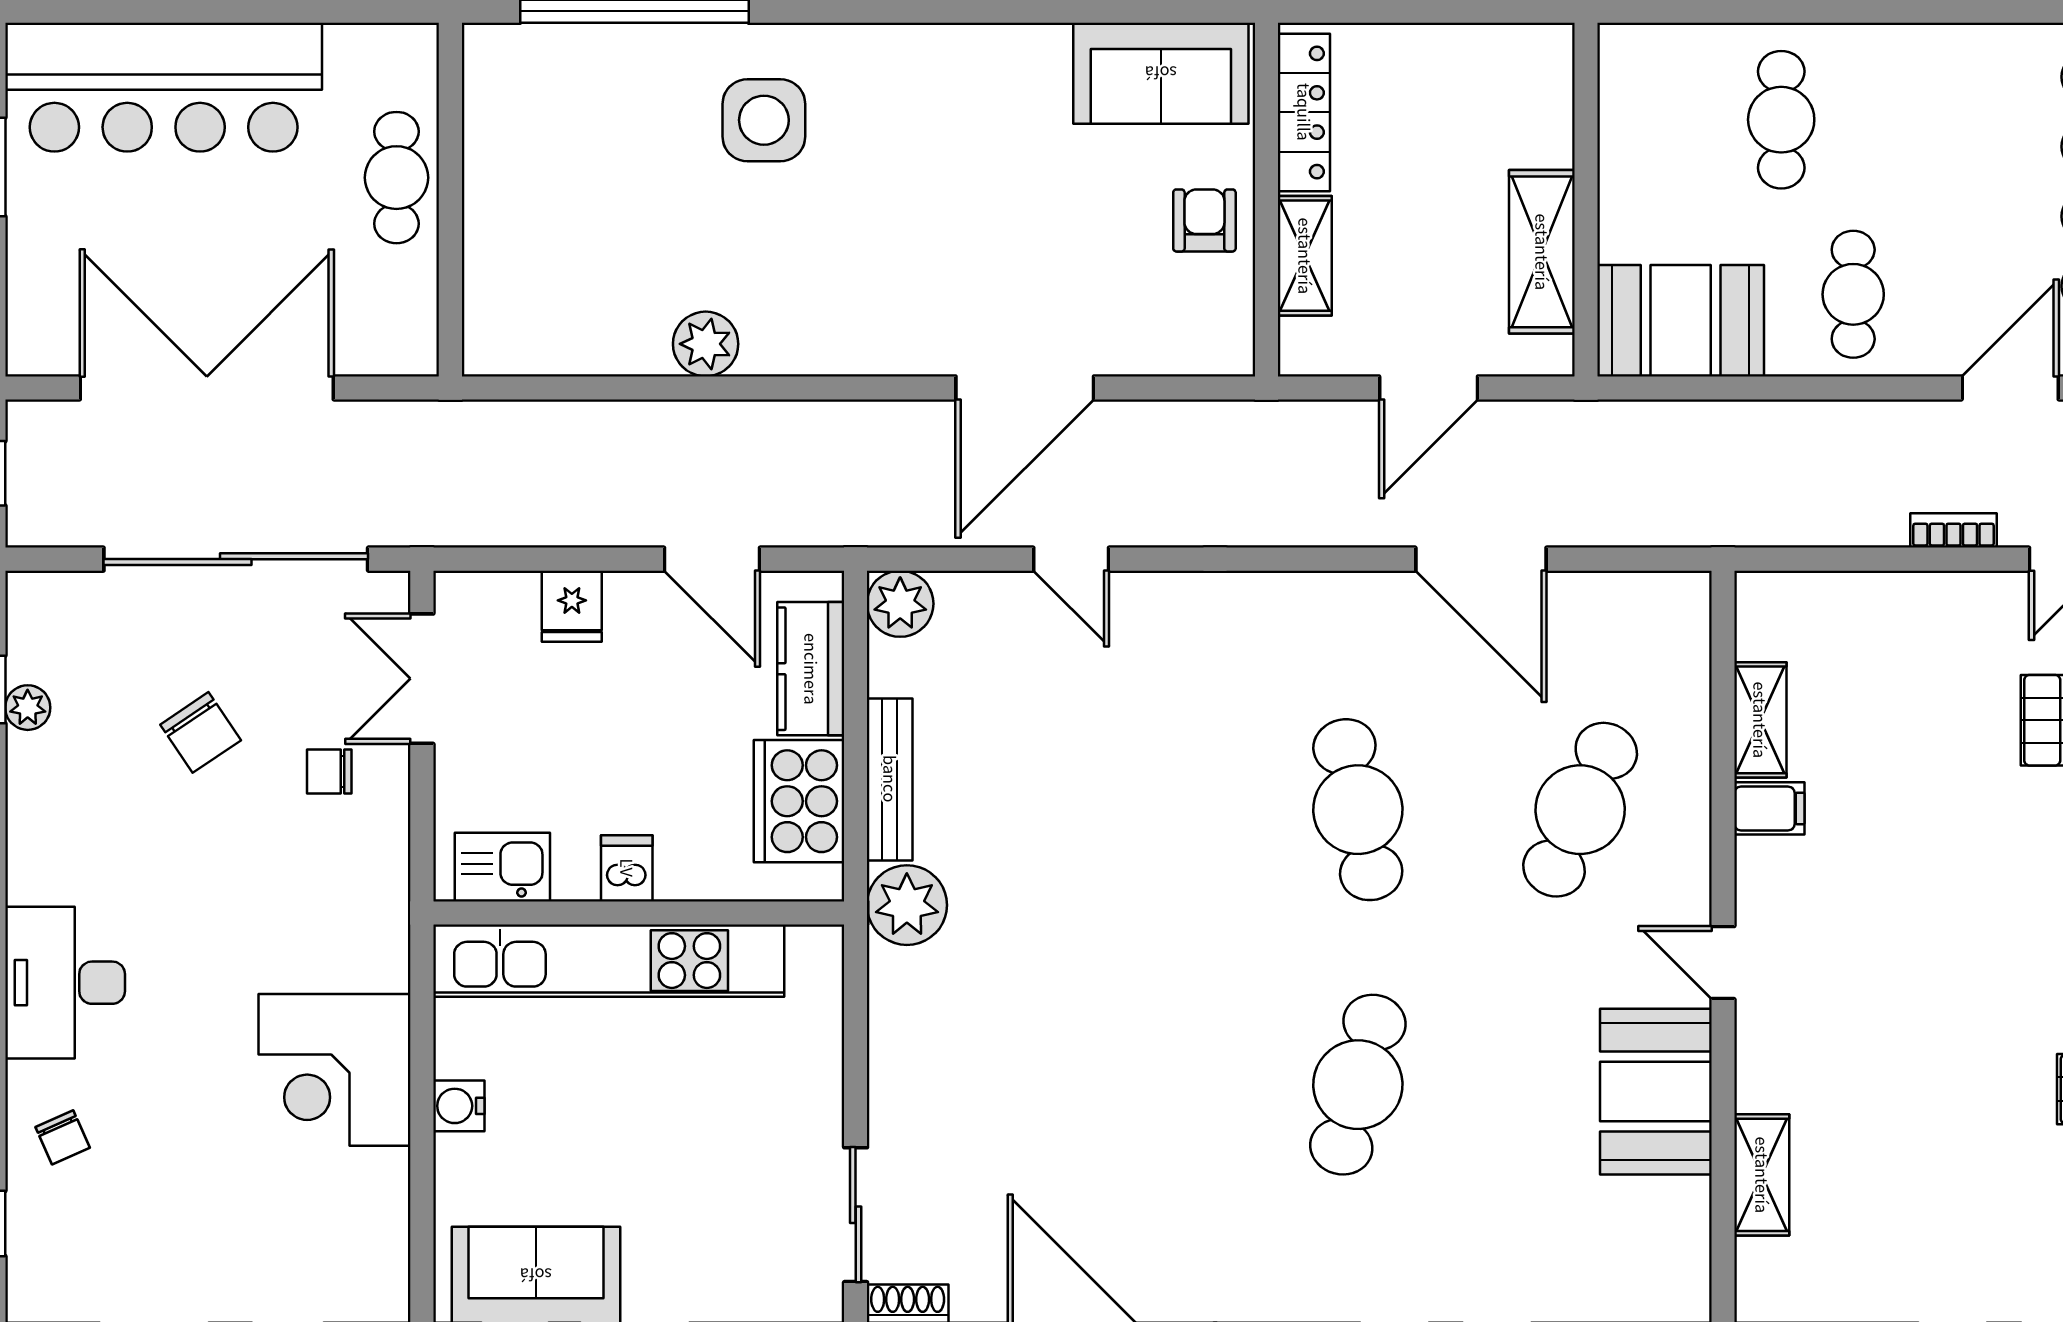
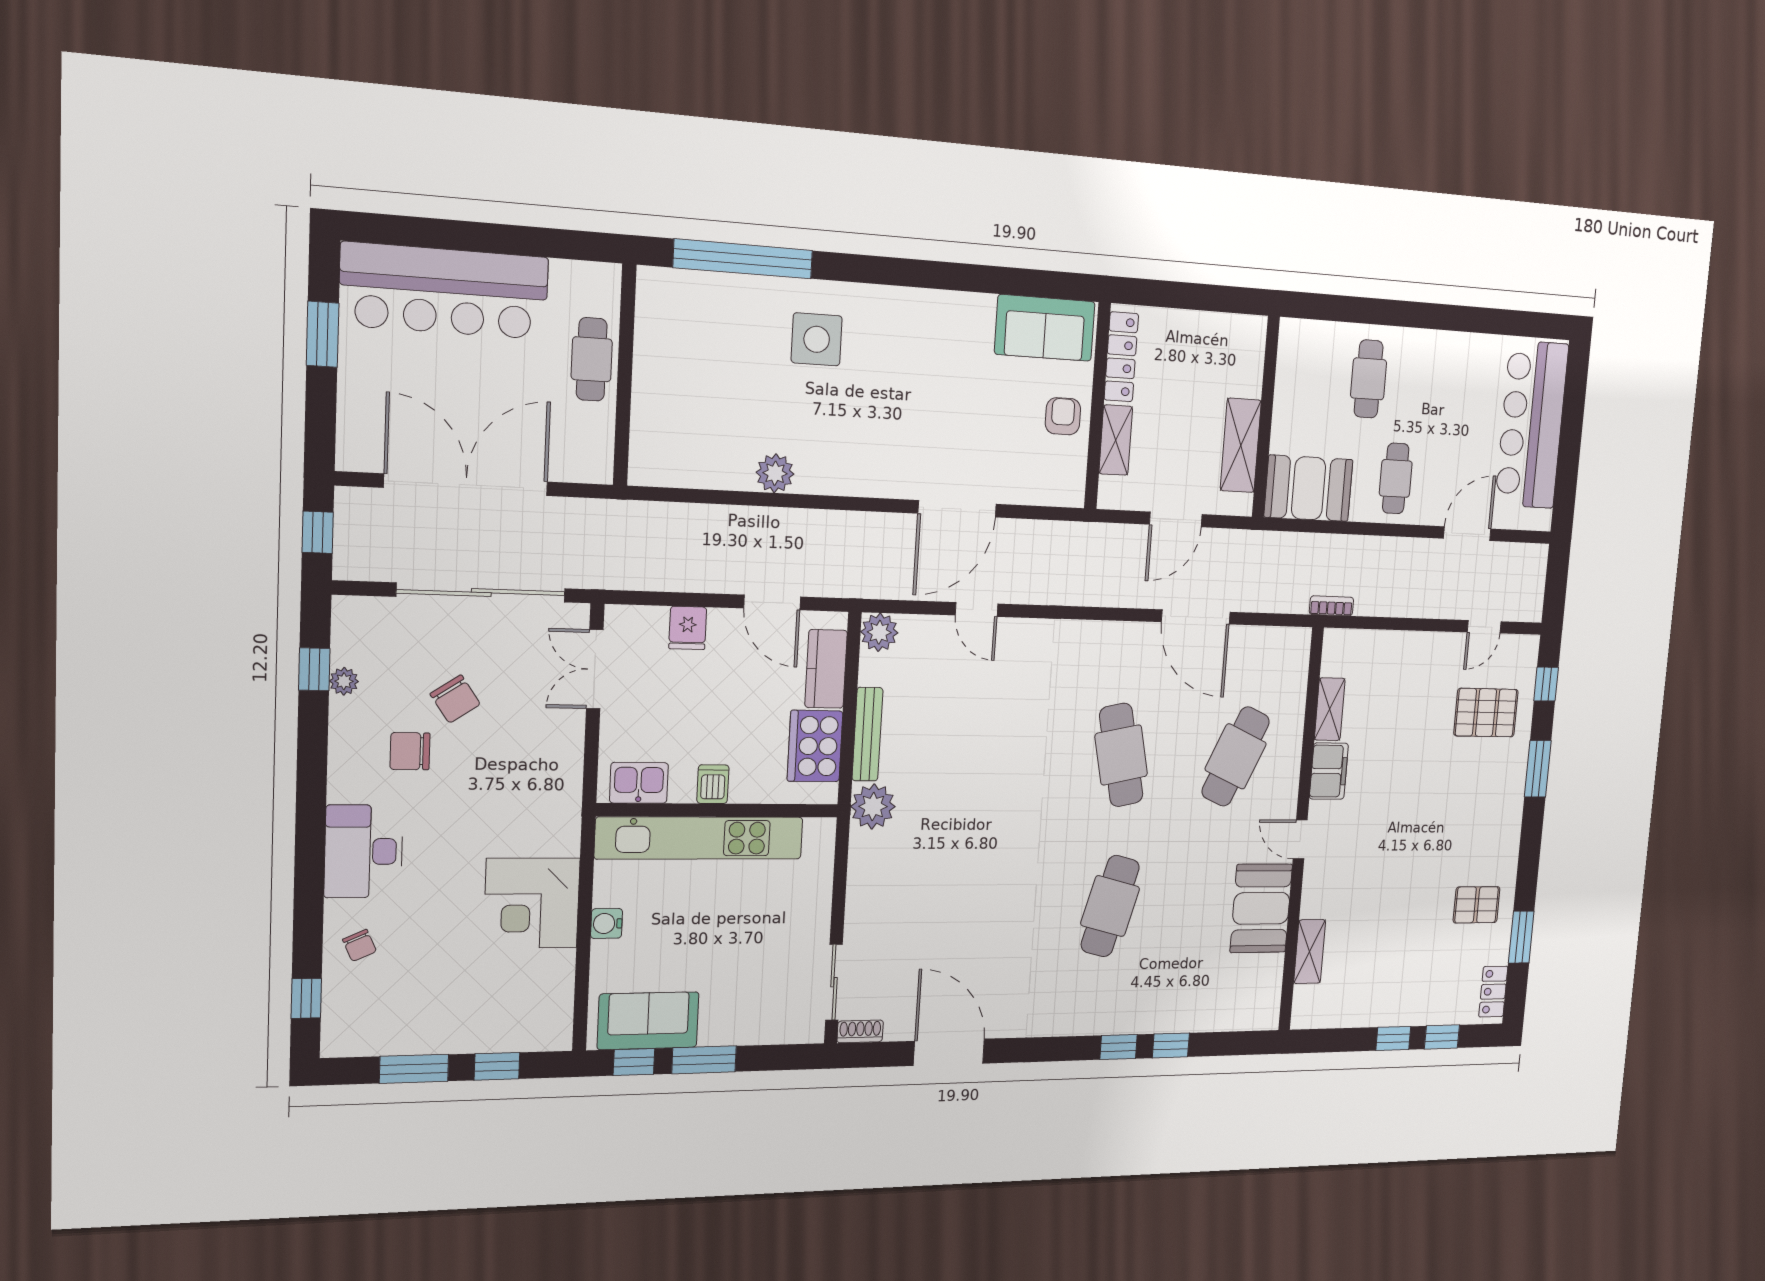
bookcase: (1953, 530) -> (1331, 606), moved
chair: (329, 772) -> (410, 751), moved, width x1.37, depth x1.37
filing cabinet: (1769, 808) -> (1329, 771), width x2.00

